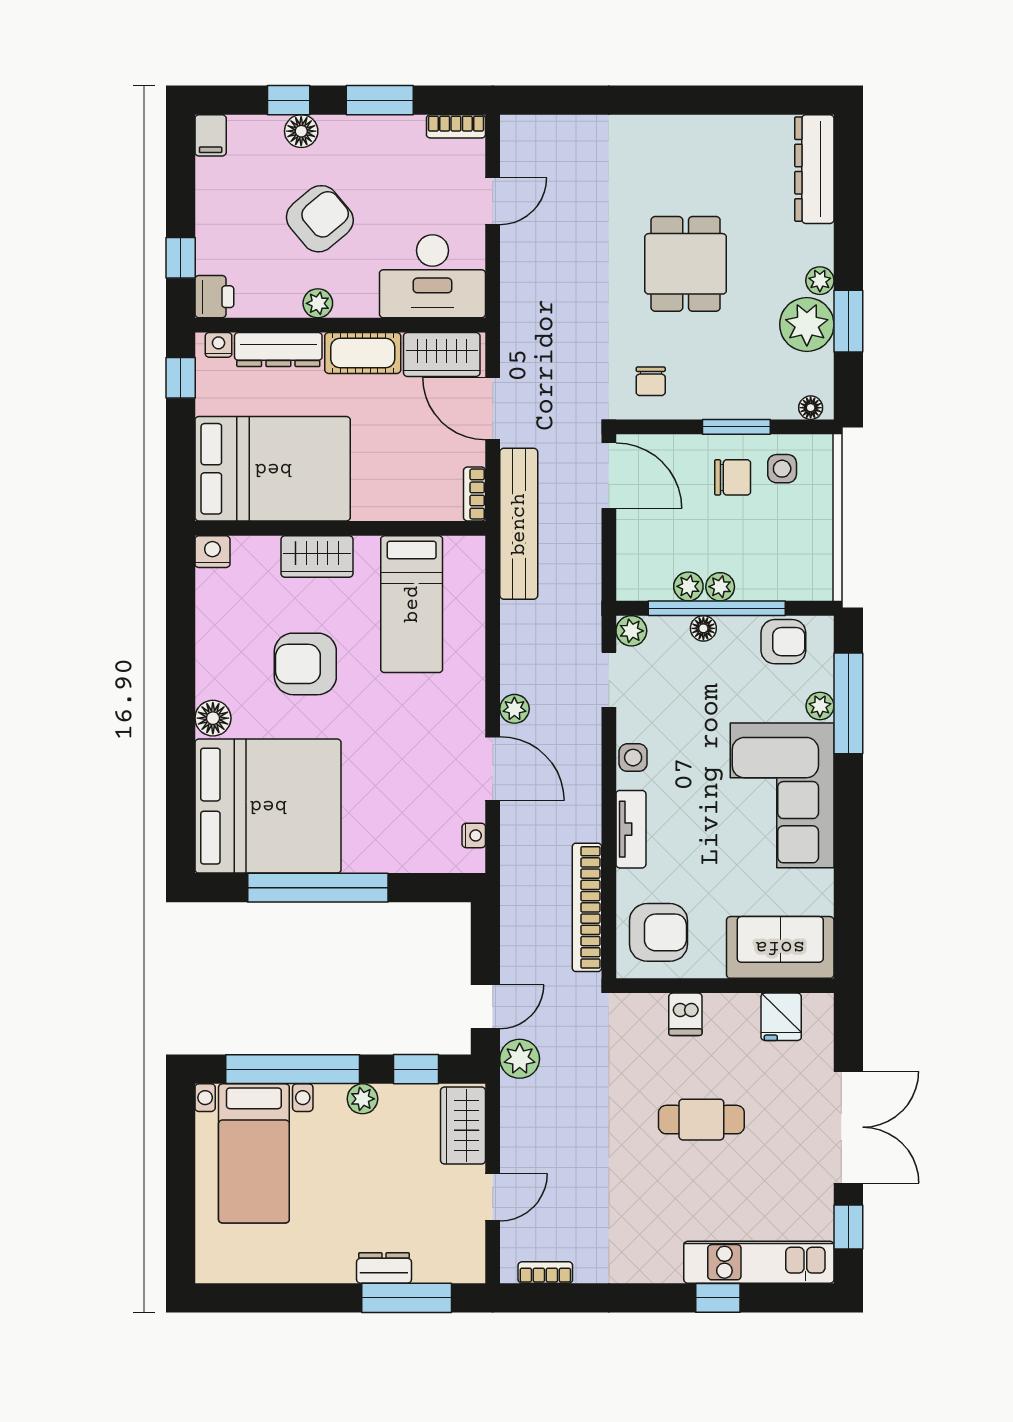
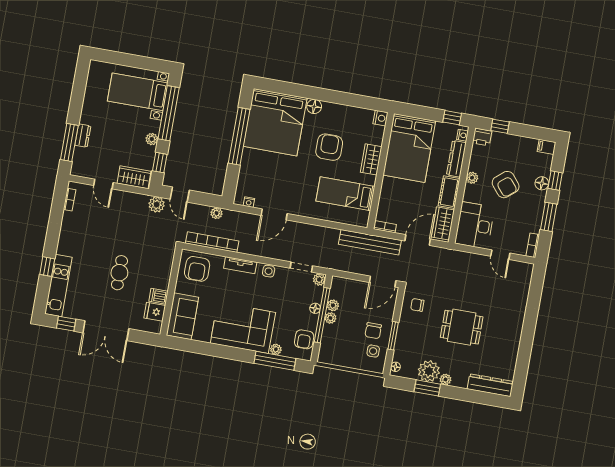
plant: (514, 709) -> (217, 213), moved
dishwasher: (685, 1014) -> (159, 296), moved

